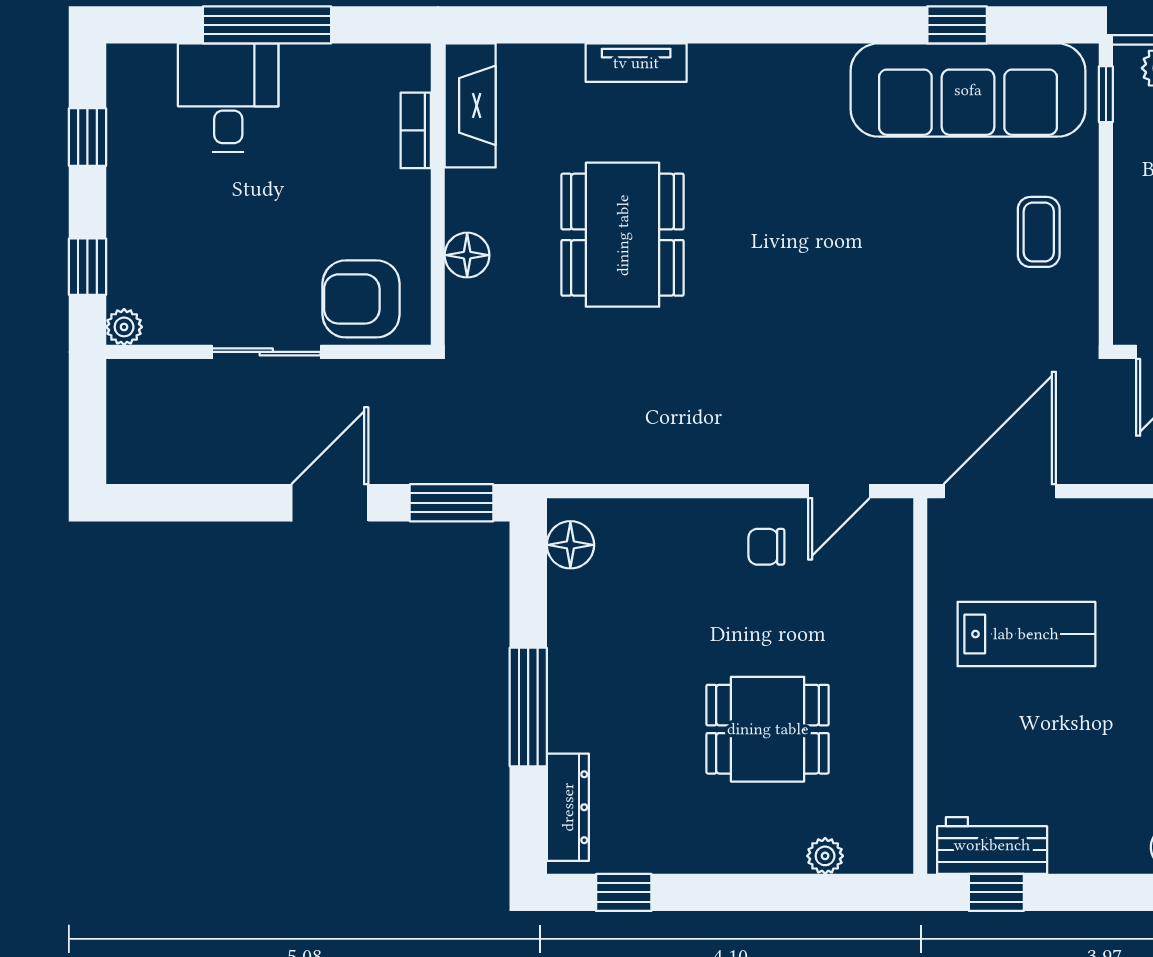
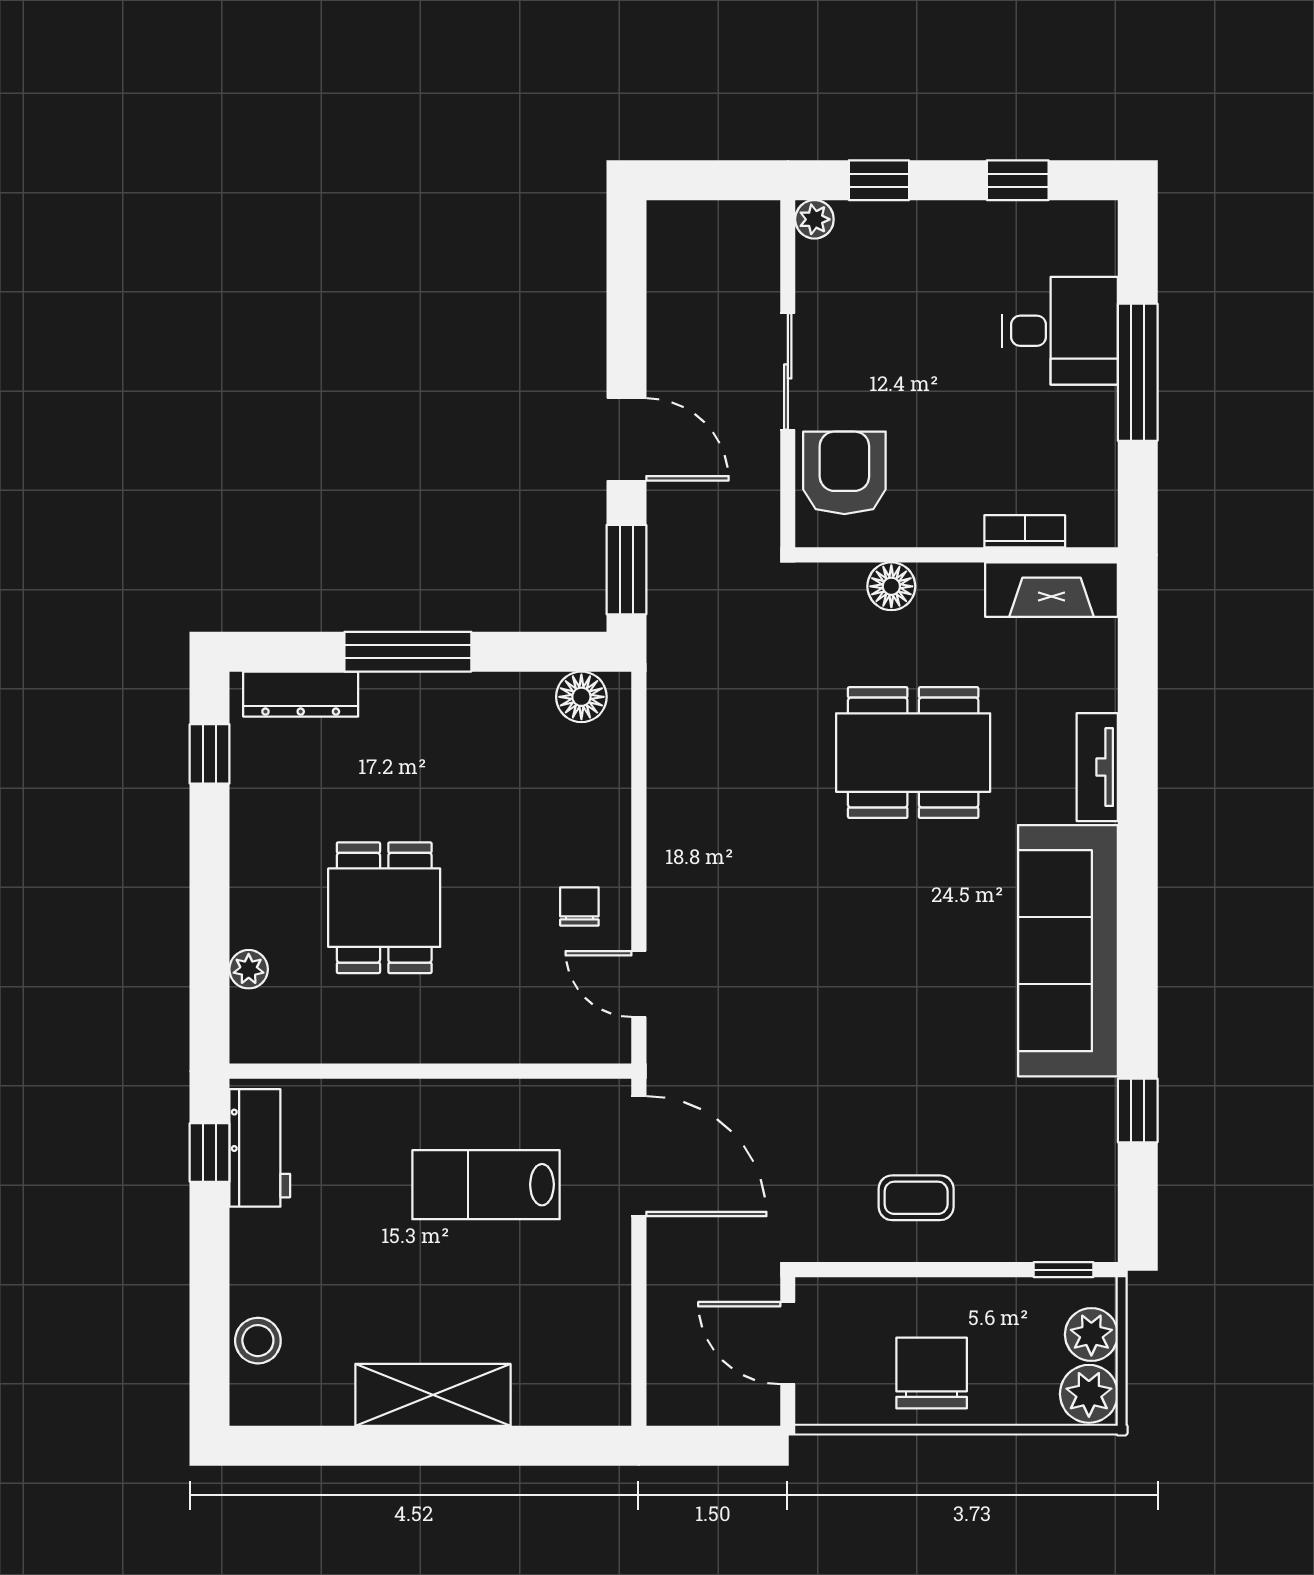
sofa: (968, 90) -> (1068, 951), moved
lab bench: (1026, 634) -> (486, 1185), turned 90

